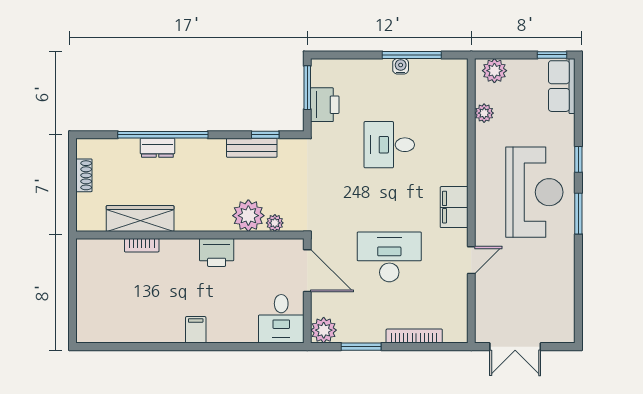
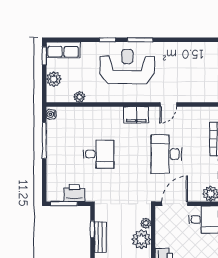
water cooler: (401, 66) -> (51, 114), moved
plant: (494, 71) -> (54, 79), moved
desk: (389, 145) -> (99, 154), turned -90
door: (471, 260) -> (168, 105), swing flipped

